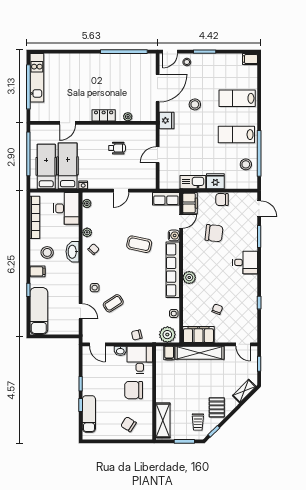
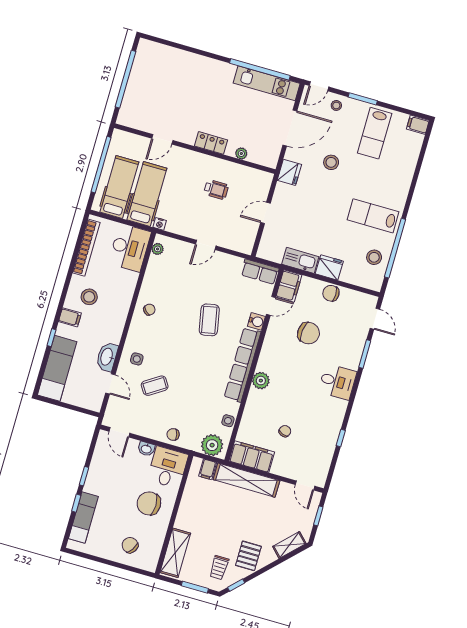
kitchen unit: (37, 78) -> (267, 83), moved, turned 90
lab bench: (237, 98) -> (375, 133), moved, turned -90
plant: (87, 232) -> (147, 286), removed
coffee table: (139, 244) -> (209, 320), turned 67
washbasin: (73, 252) -> (107, 357), moved

